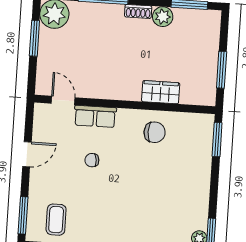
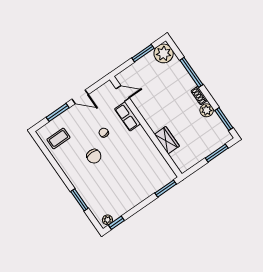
window: (222, 70) -> (217, 153), moved
door: (63, 100) -> (123, 93), hinge flipped
chair: (155, 132) -> (94, 156), moved
window: (23, 215) -> (58, 112), moved

